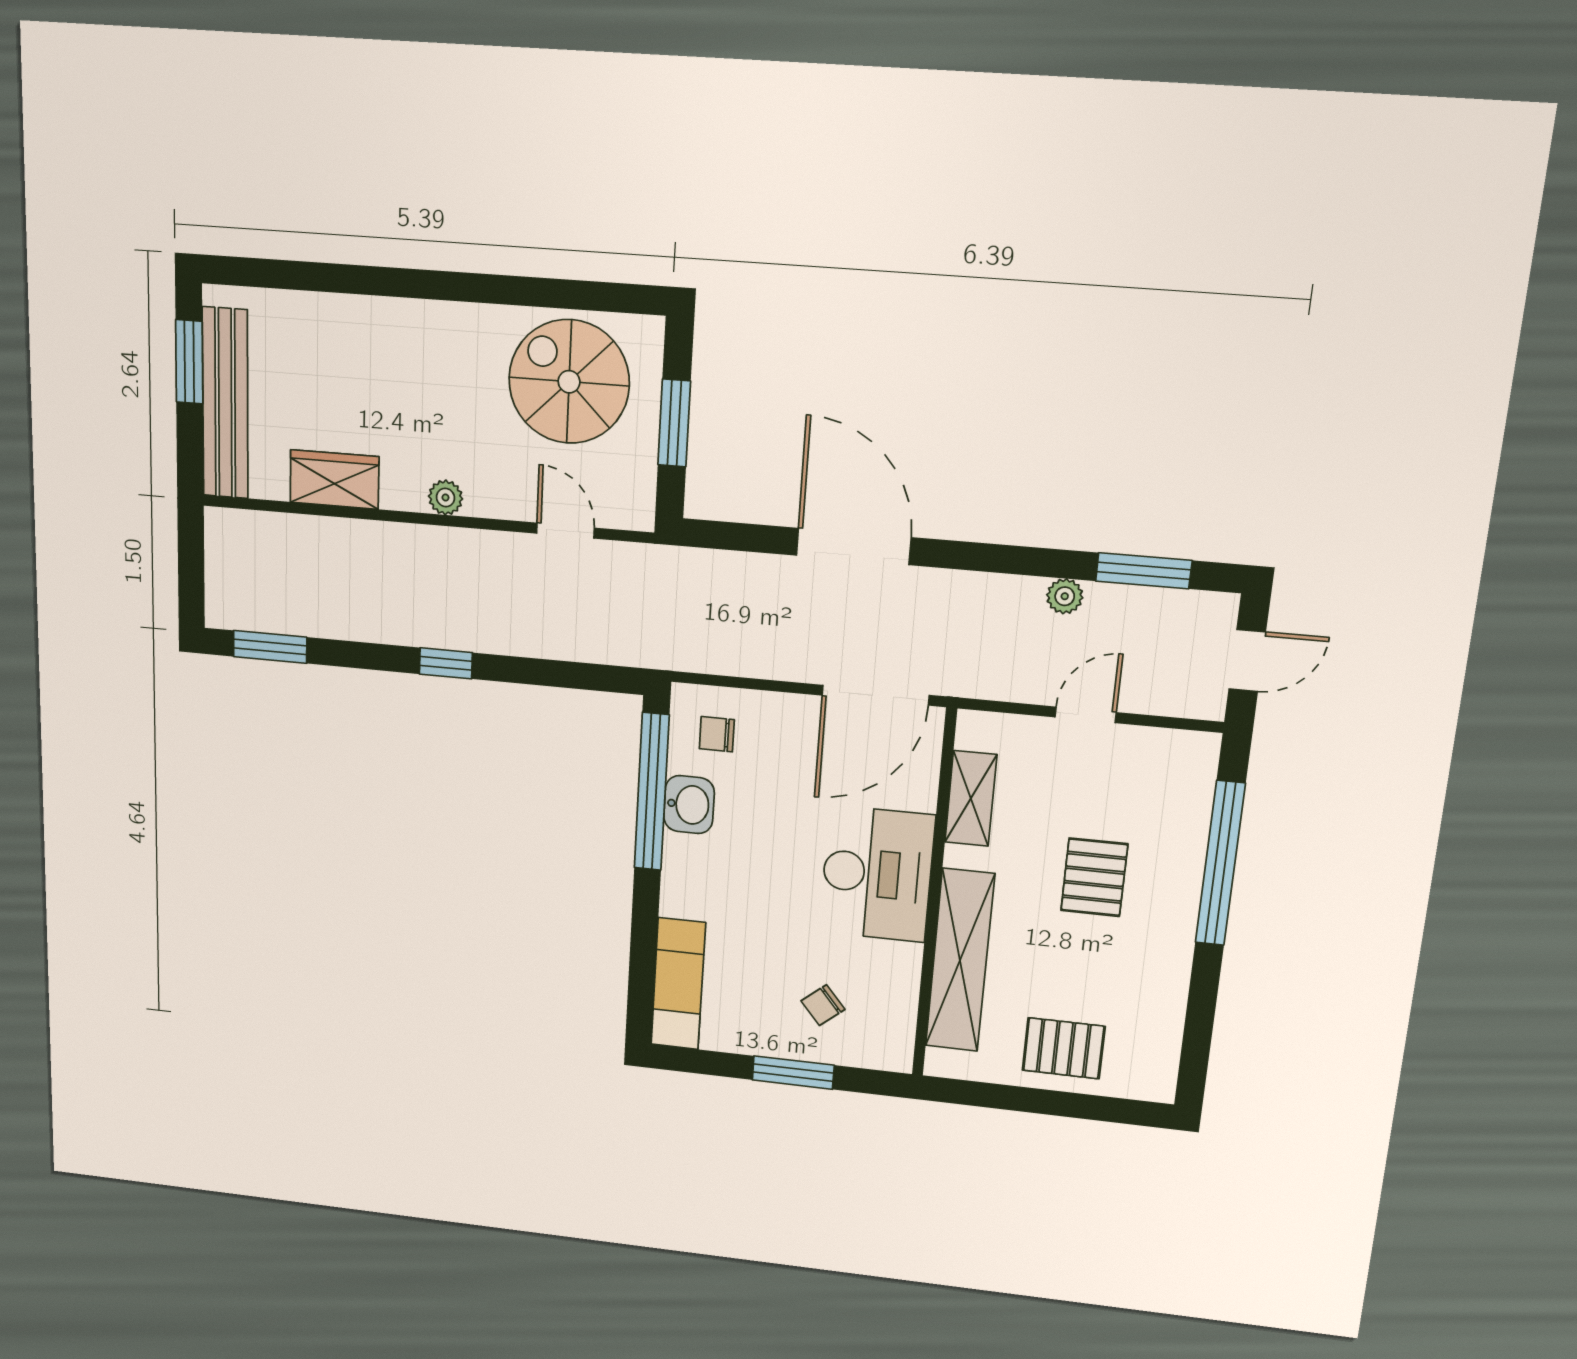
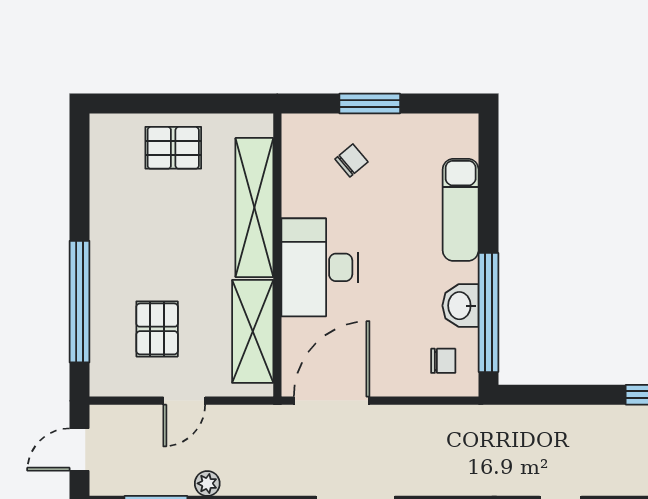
shelving: (971, 798) -> (253, 331), width x1.50, depth x1.33
pallet: (1094, 877) -> (157, 329), moved
exam couch: (678, 984) -> (461, 210), moved

